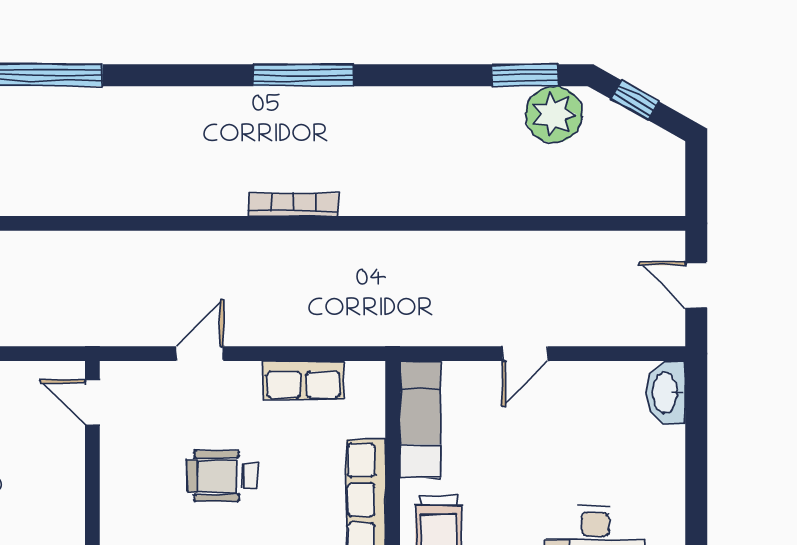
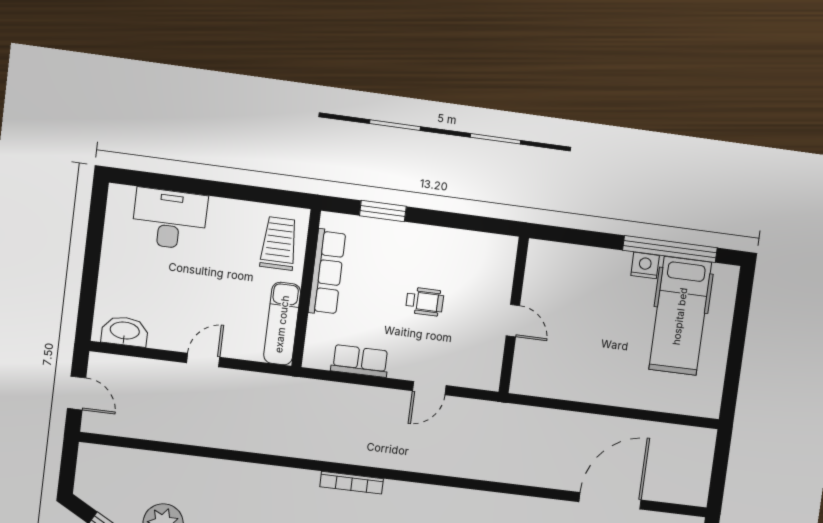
washbasin: (666, 393) -> (125, 331), moved, turned -90
door: (92, 402) -> (513, 321), moved
wheelchair: (222, 476) -> (425, 302), width x0.73, depth x0.73

